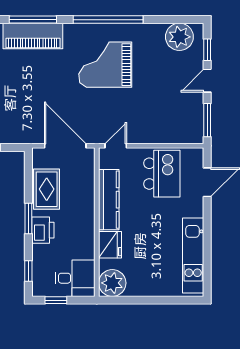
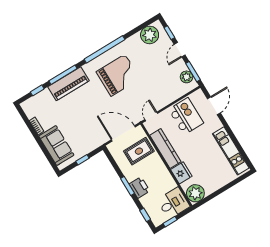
grand piano: (105, 65) -> (118, 75), turned 180
plant: (194, 122) -> (187, 77), added
rug: (47, 189) -> (139, 151), moved, turned 90

